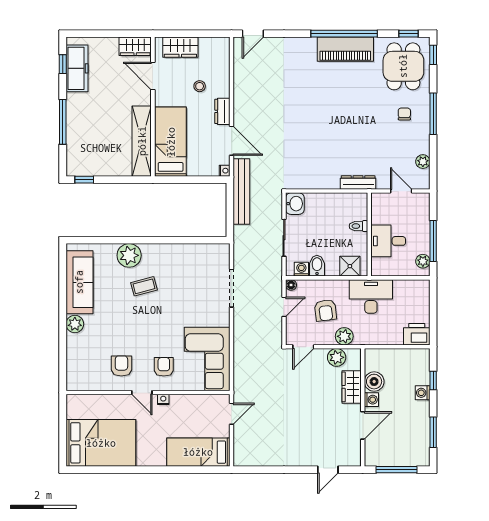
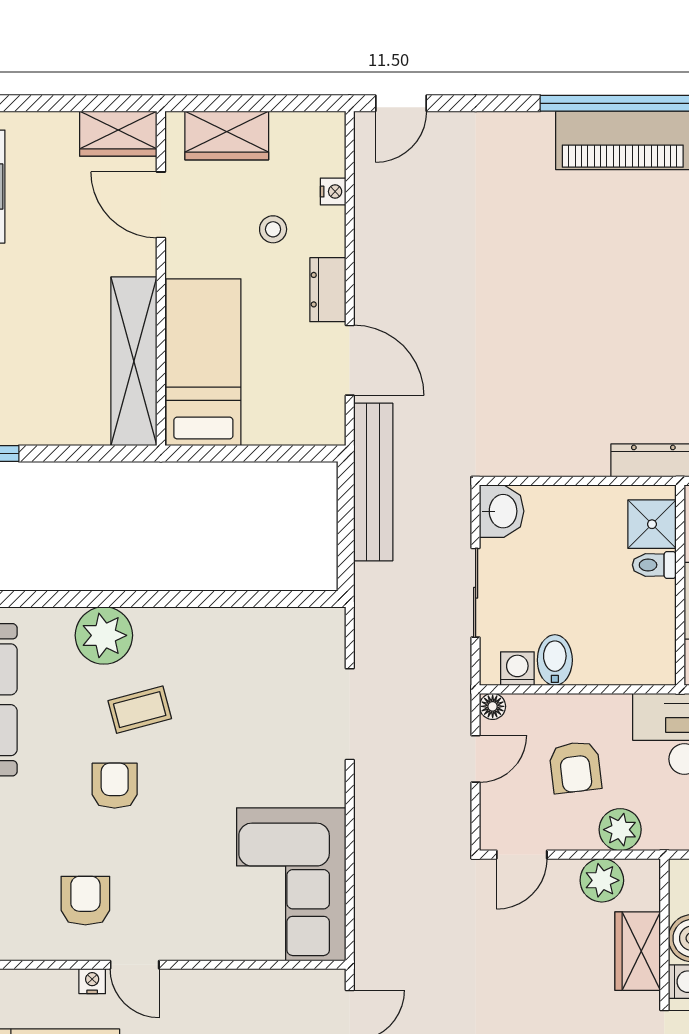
nightstand: (225, 171) -> (333, 192), moved
shower: (350, 266) -> (652, 524), moved
armchair: (164, 367) -> (115, 786), moved
nightstand: (163, 399) -> (92, 981), moved

